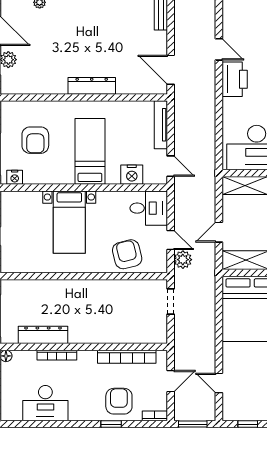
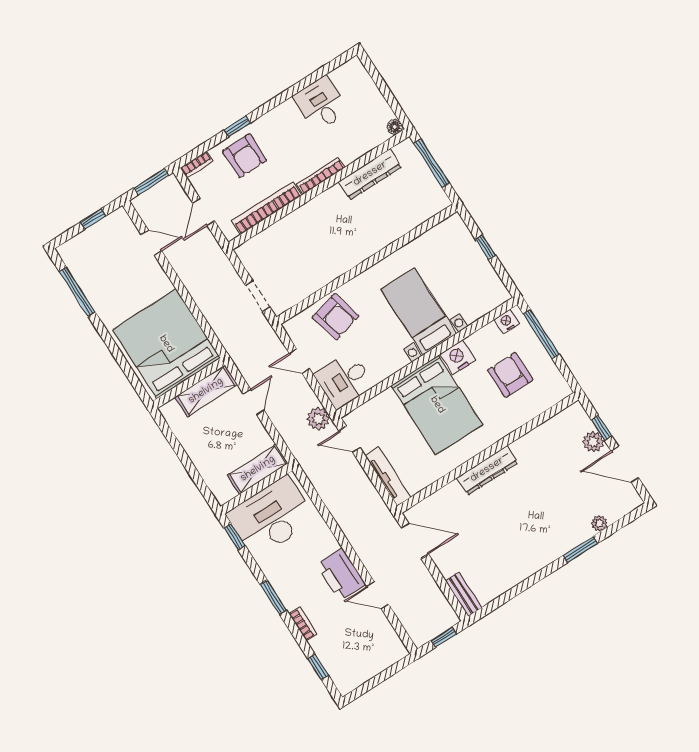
bed: (90, 151) -> (437, 405), width x1.50
nightstand: (132, 175) -> (458, 357), moved
plant: (183, 260) -> (318, 419), moved
bookcase: (57, 355) -> (321, 176), moved
desk: (45, 403) -> (321, 104), width x0.73

